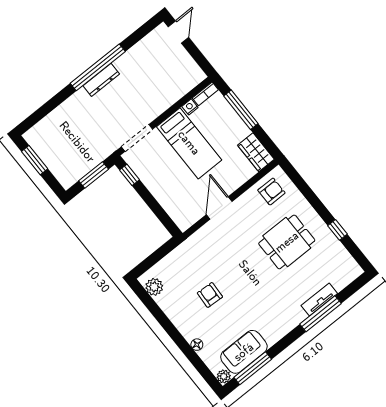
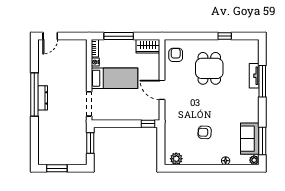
door: (178, 32) -> (50, 36), swing flipped
window: (129, 175) -> (148, 124), moved

